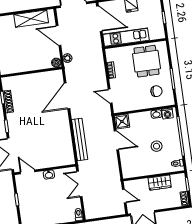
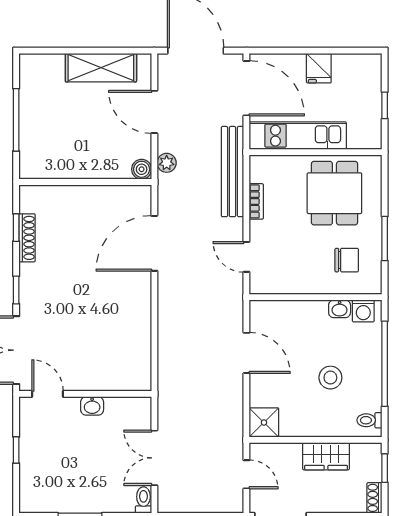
shower: (122, 122) -> (264, 423), moved
bench: (80, 139) -> (232, 172), moved
double door: (79, 184) -> (154, 458), moved

